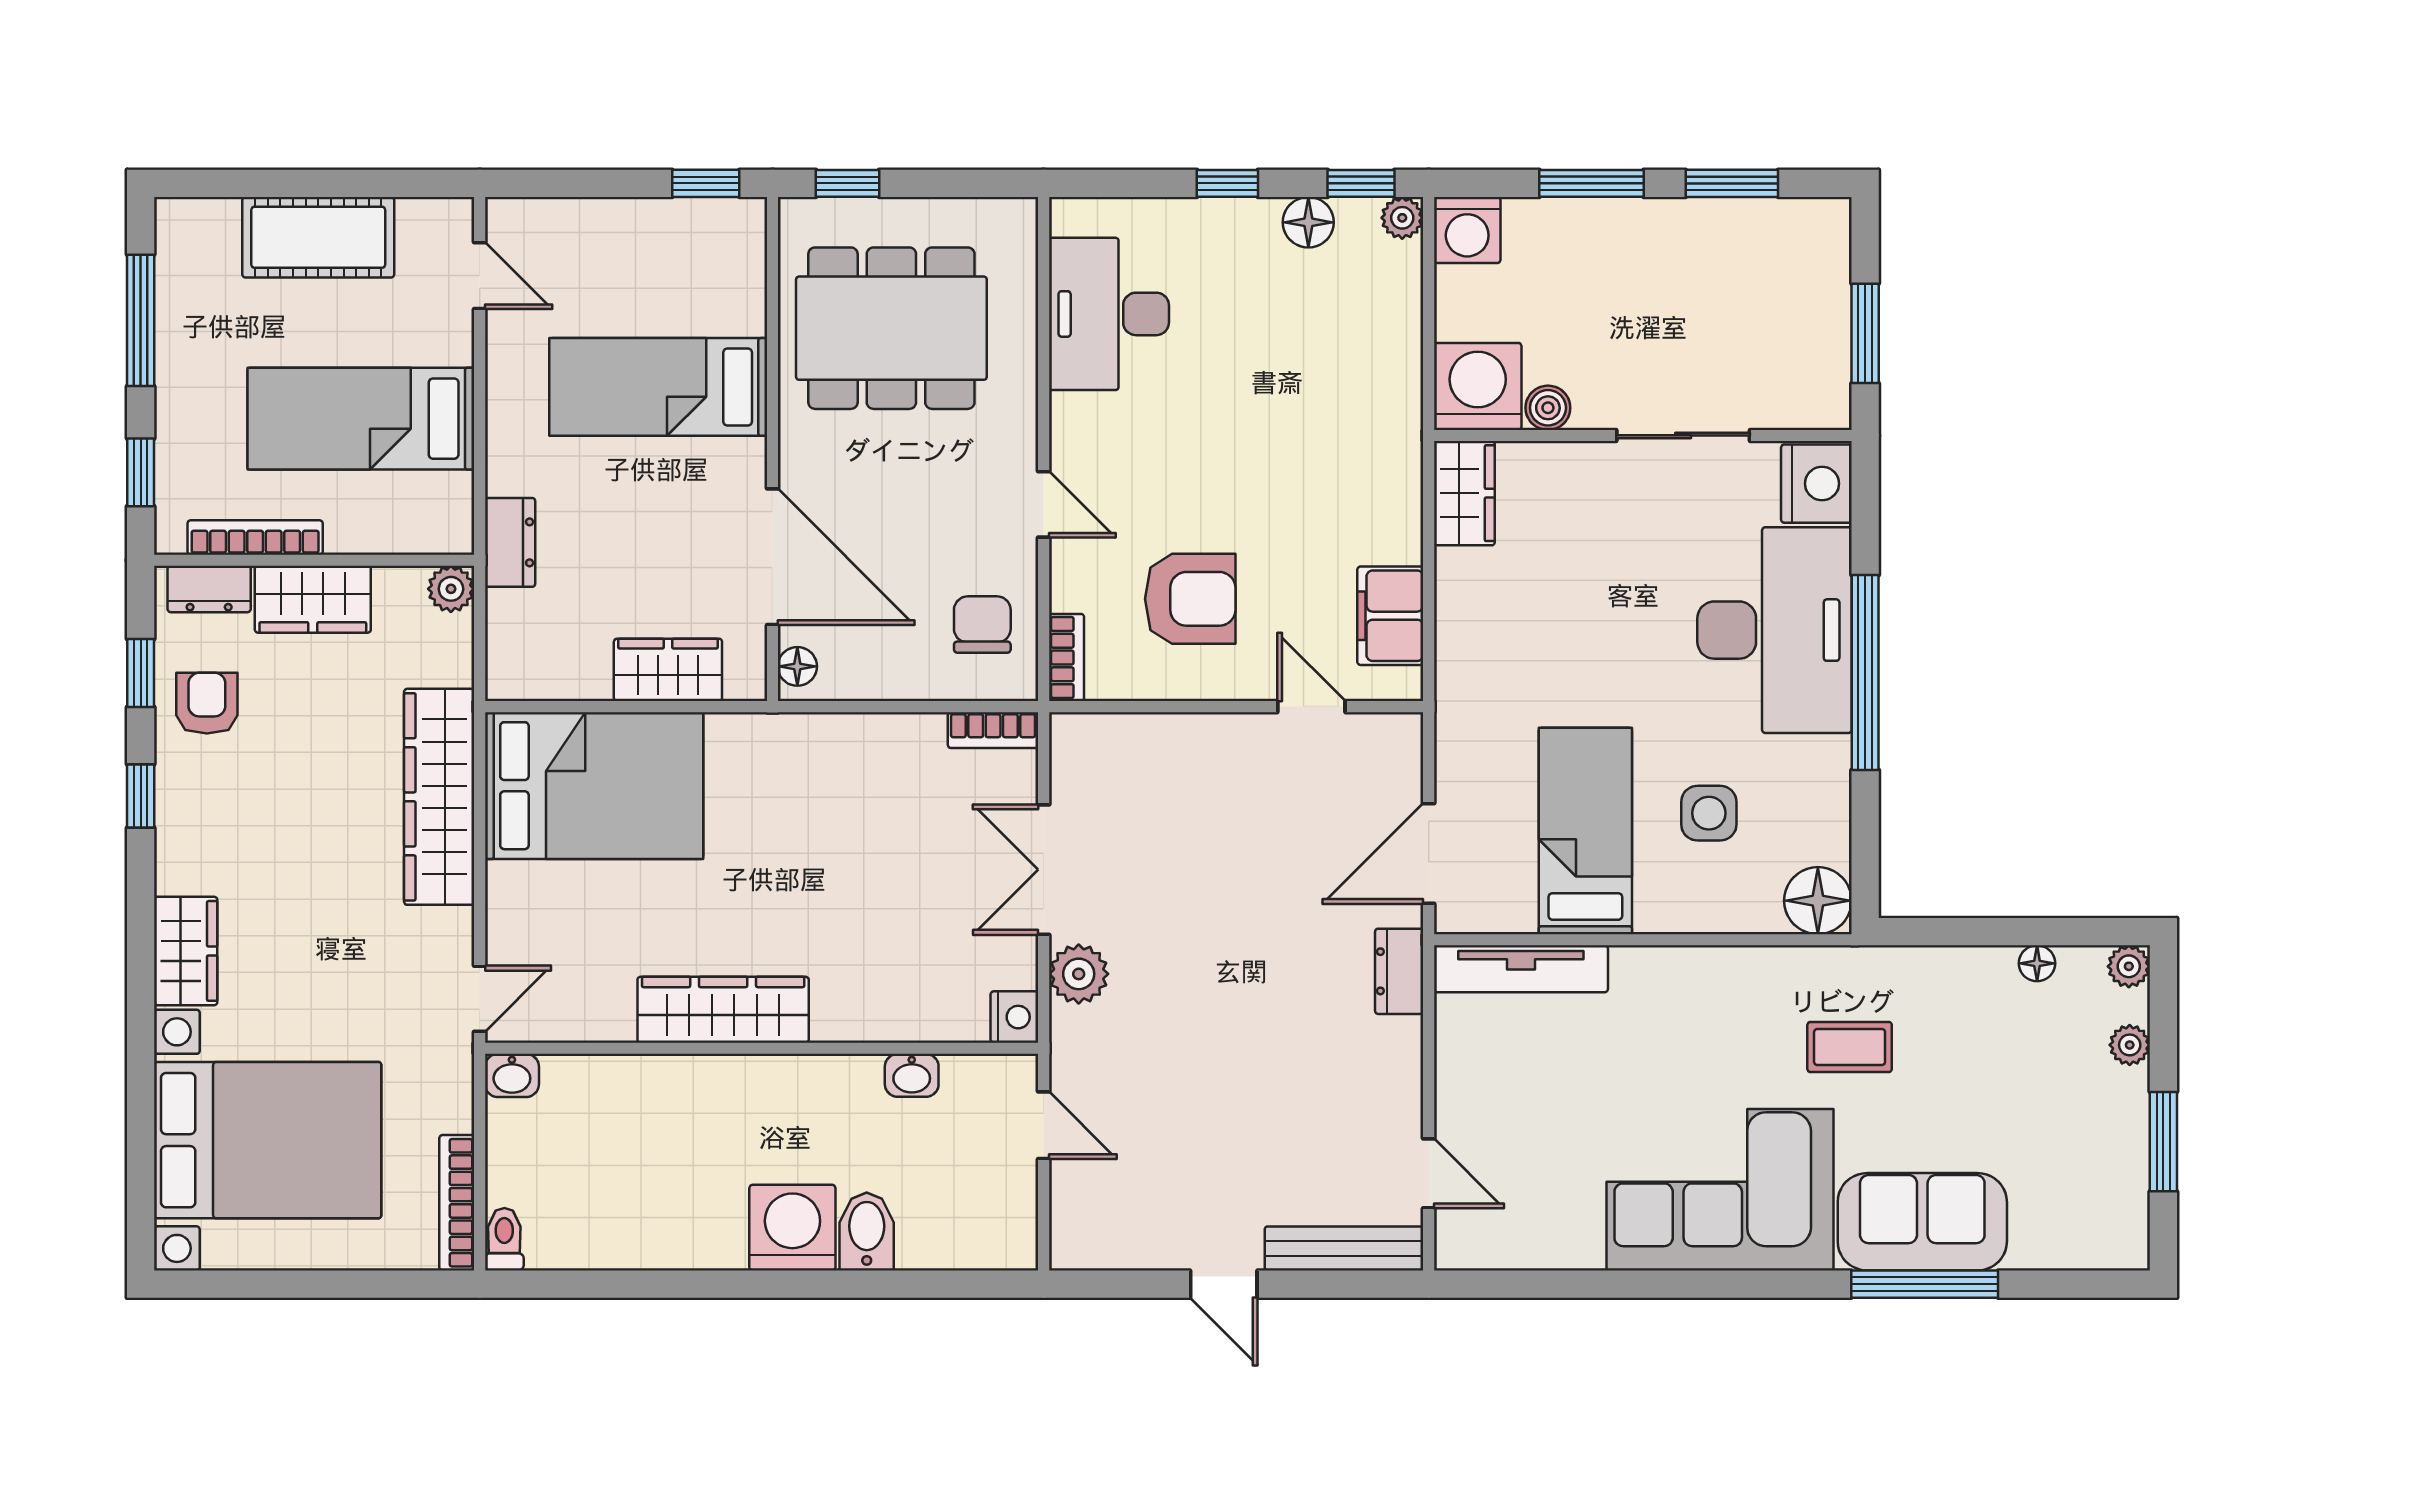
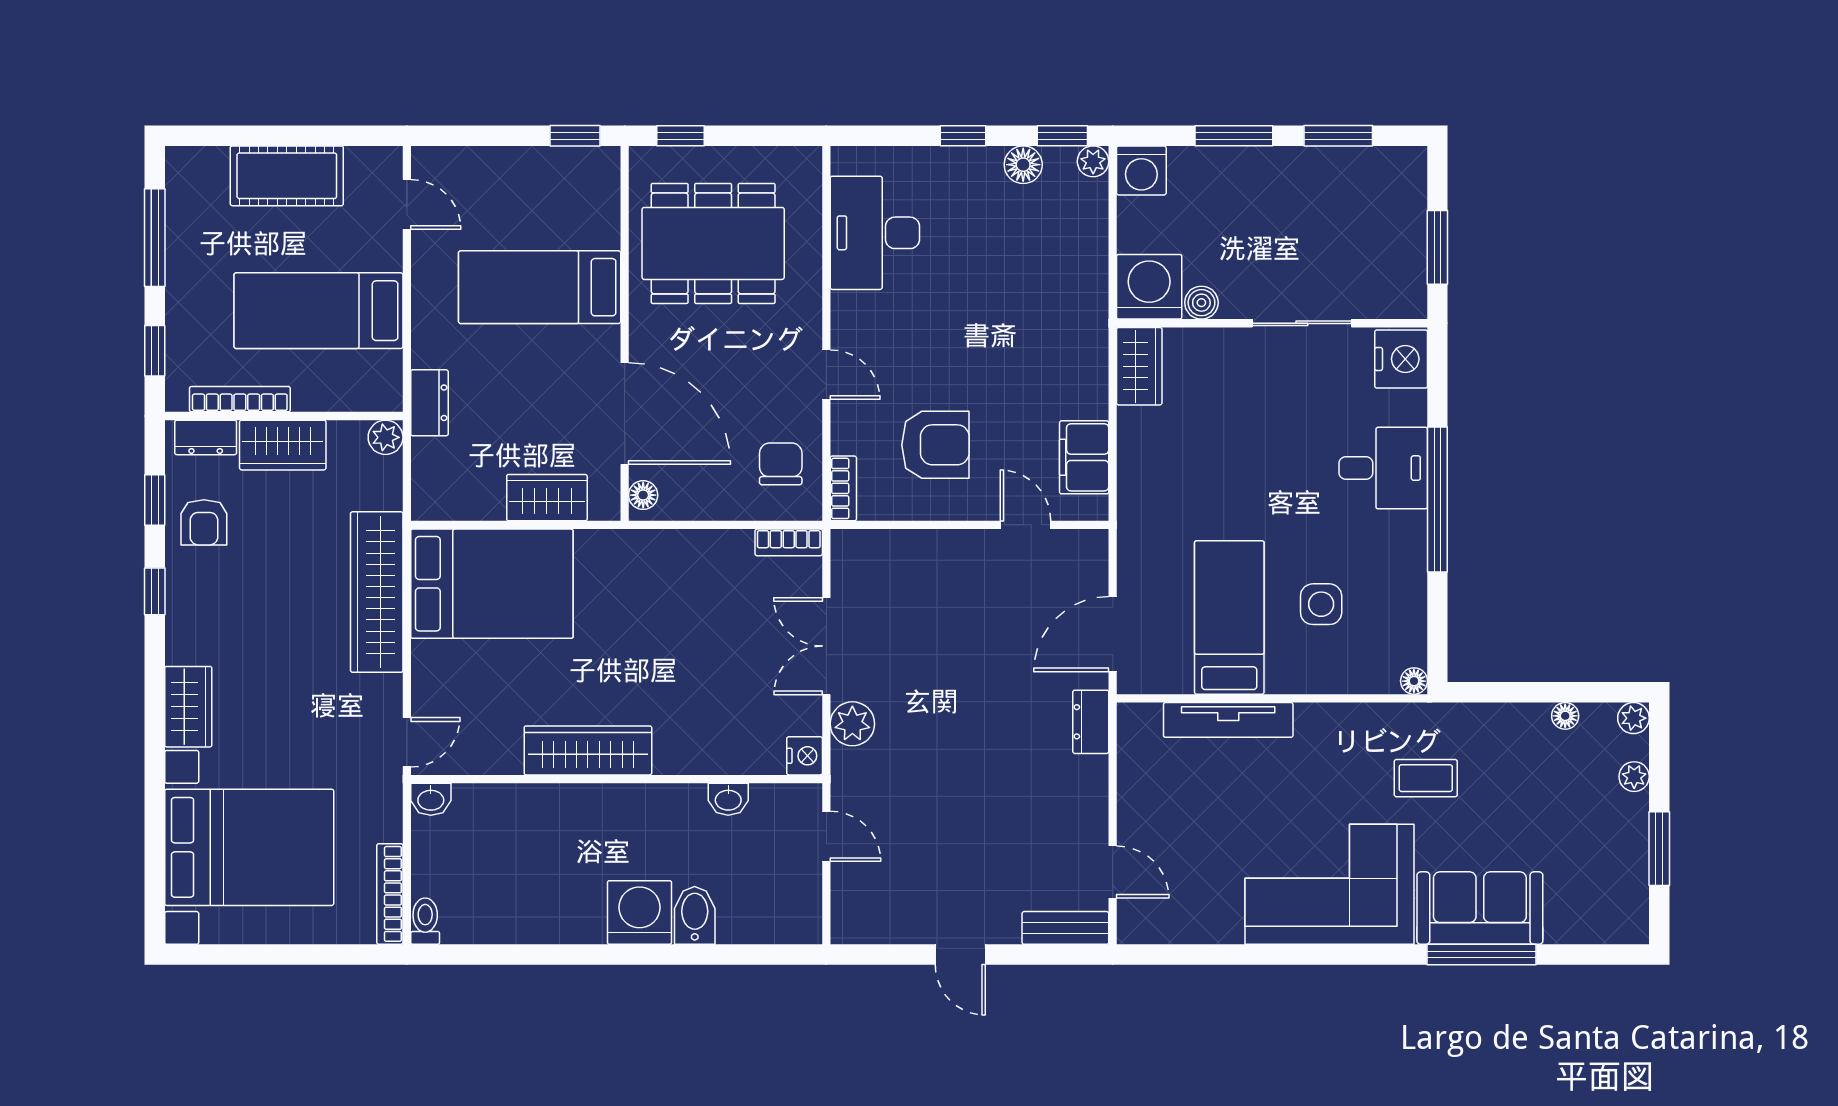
desk: (1775, 630) -> (1383, 468), width x0.53, depth x0.77
armchair: (207, 703) -> (204, 522), turned 180
floor lamp: (1818, 901) -> (1414, 681), width x0.53, depth x0.53
tv unit: (1521, 969) -> (1228, 720), moved
bench: (1344, 1248) -> (1065, 928), width x0.73

